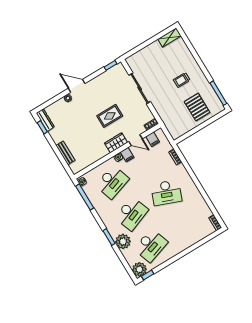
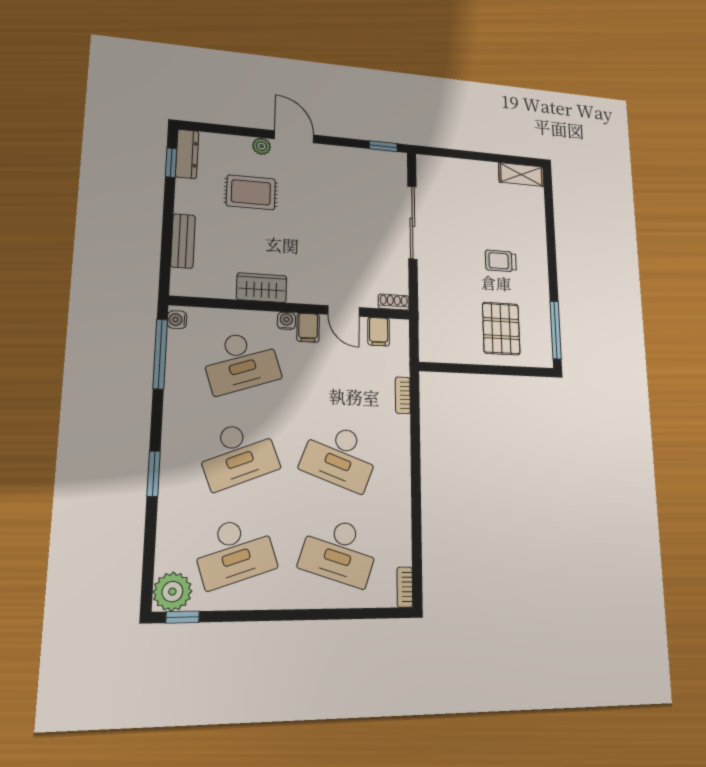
rug: (110, 116) -> (251, 192), moved
wardrobe: (116, 143) -> (262, 288), moved
desk: (186, 224) -> (339, 551), added
plant: (123, 241) -> (178, 503), removed

